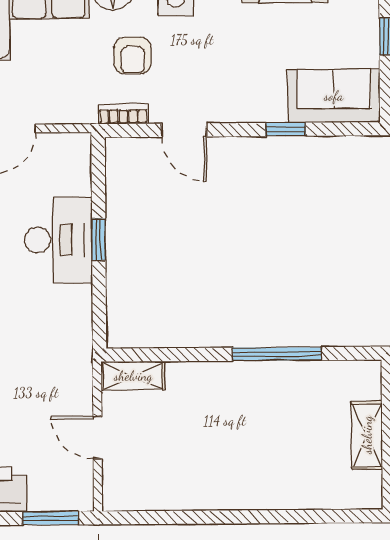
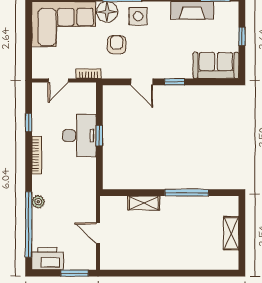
armchair: (132, 55) -> (117, 45), turned 180
bookcase: (123, 114) -> (89, 74), moved
window: (286, 129) -> (175, 82), moved
shelving: (133, 376) -> (144, 203), moved

